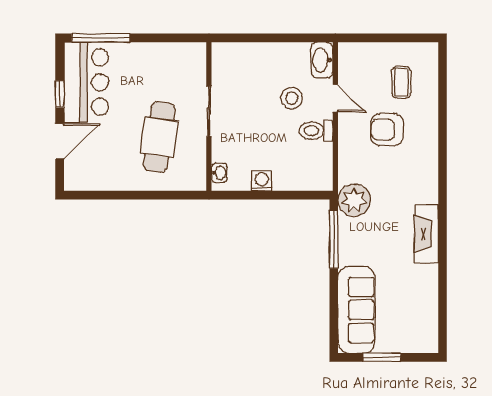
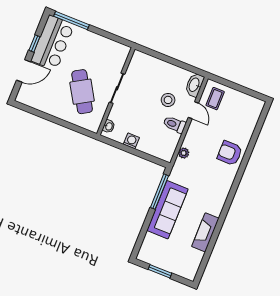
coffee table: (401, 82) -> (215, 99), moved
armchair: (387, 130) -> (230, 153), moved
cafe table: (159, 137) -> (82, 92), turned -39
plant: (354, 200) -> (184, 153), moved, width x0.53, depth x0.53
fireplace: (426, 234) -> (205, 232), moved
sofa: (356, 310) -> (167, 210), moved

